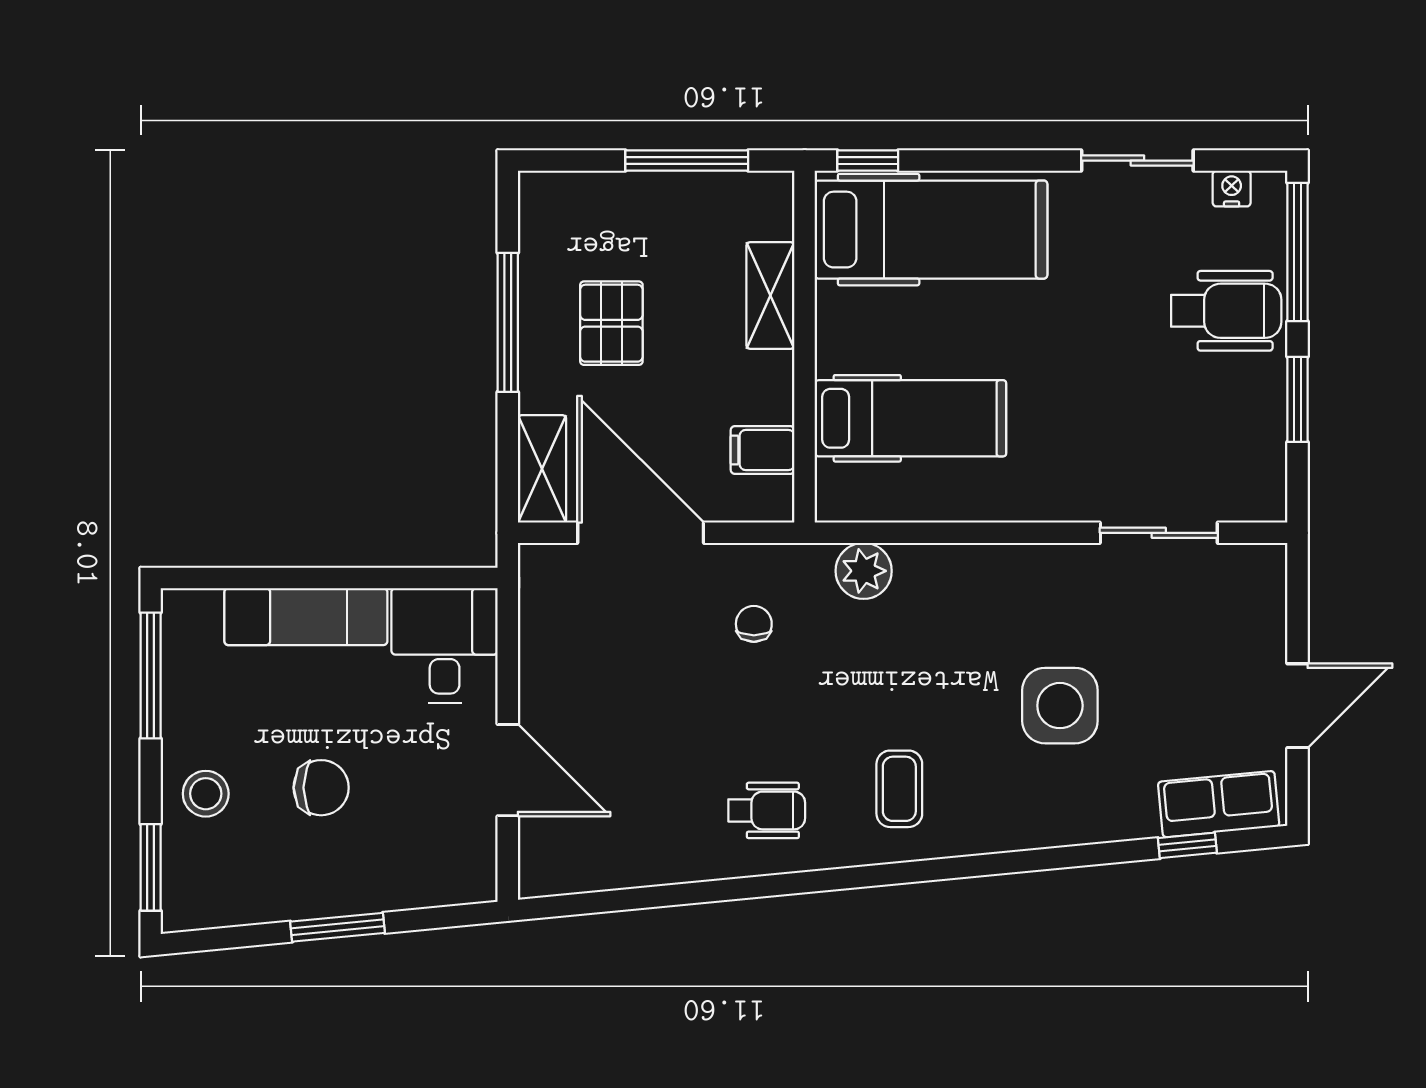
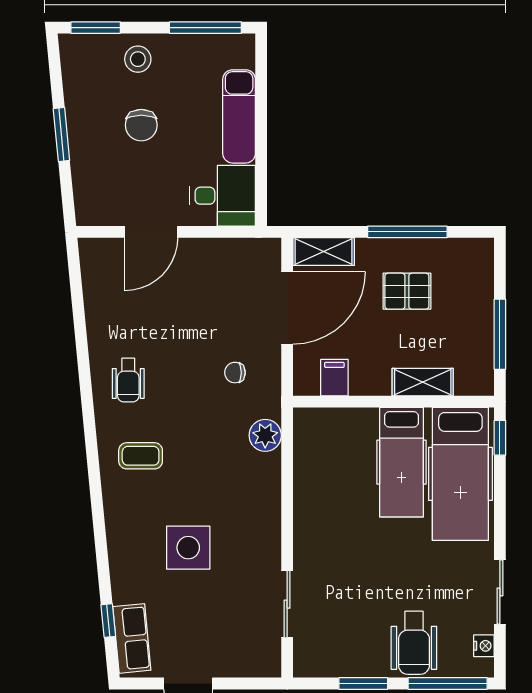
hospital bed: (910, 418) -> (402, 462), moved
chair: (754, 624) -> (235, 373), turned 180

